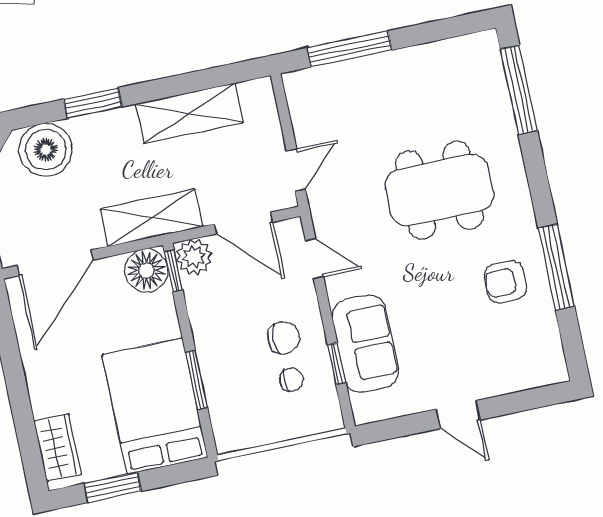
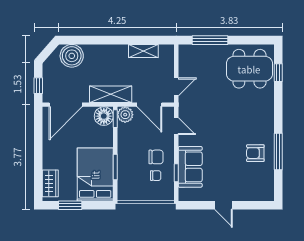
window: (519, 90) -> (278, 73), width x0.46
window: (93, 103) -> (96, 40), removed
shelving: (189, 113) -> (143, 51), width x0.67, depth x0.75
dining table: (439, 190) -> (249, 69), moved

